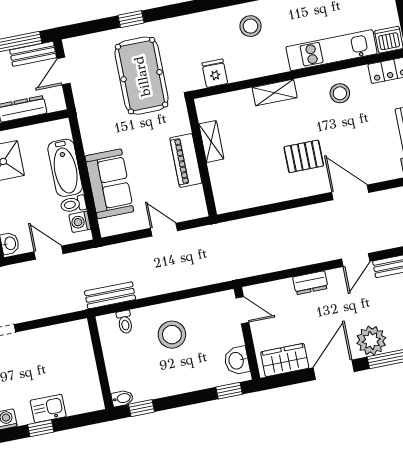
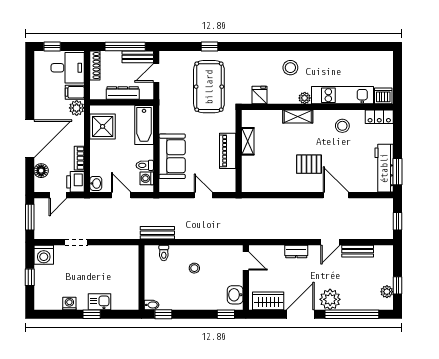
plant: (279, 65) -> (305, 98), added
bathtub: (65, 168) -> (144, 125), moved
stool: (172, 335) -> (194, 268), width x0.53, depth x0.53

